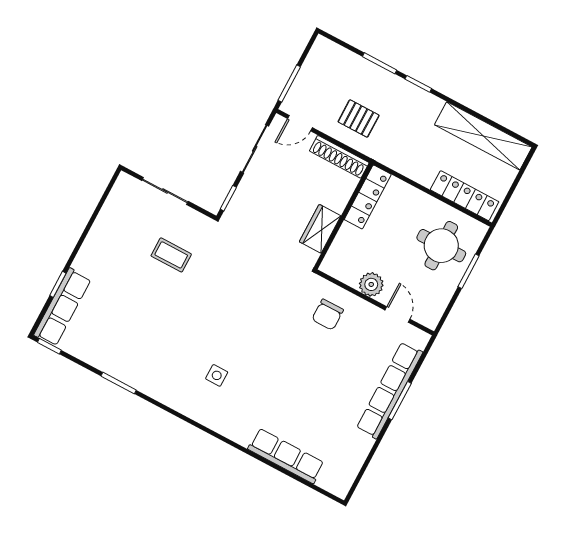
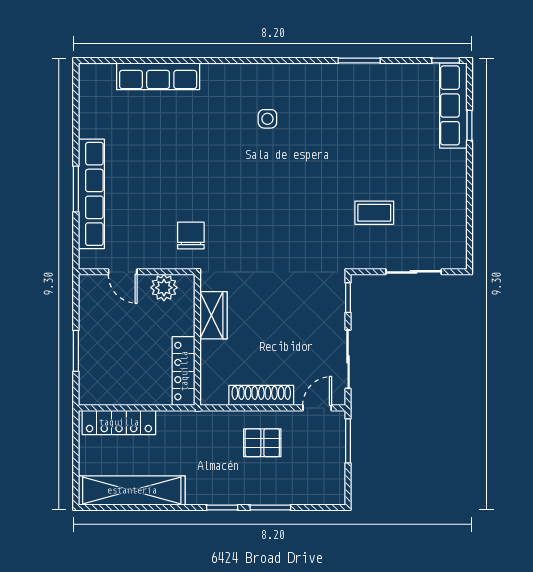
locker: (368, 197) -> (184, 371), moved
wall: (343, 216) -> (197, 340), moved
wardrobe: (320, 229) -> (213, 315), moved
round table: (441, 246) -> (116, 362), removed

